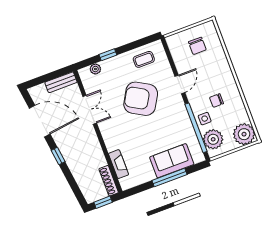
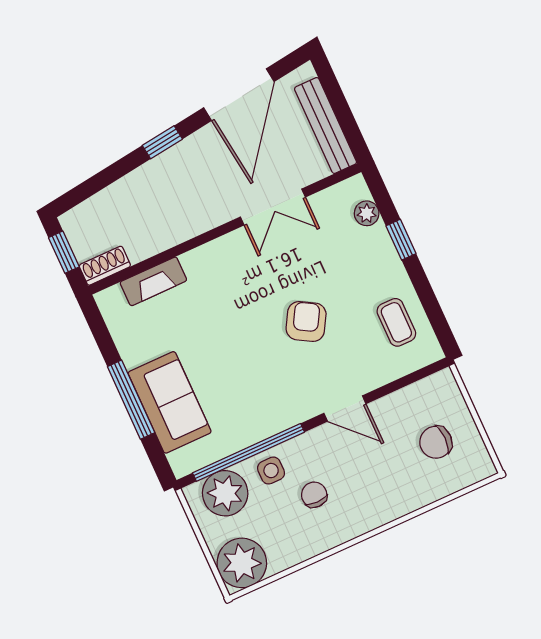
bench: (61, 82) -> (326, 125), width x1.36
armchair: (141, 99) -> (306, 321), width x0.53, depth x0.53
shoe rack: (109, 181) -> (105, 266), width x0.70

